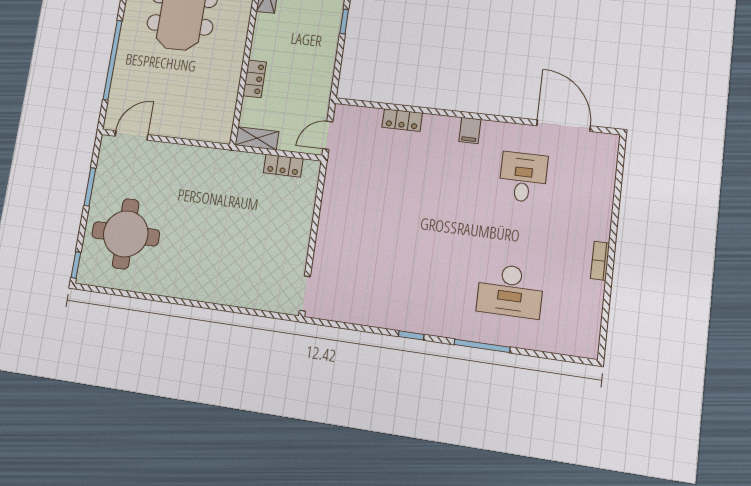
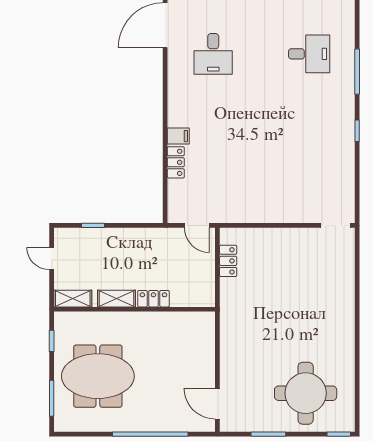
filing cabinet: (470, 130) -> (178, 136), moved
shelving: (257, 138) -> (117, 299), moved, turned 90
desk: (523, 177) -> (213, 54), turned -90
desk: (510, 291) -> (309, 54), width x0.73

